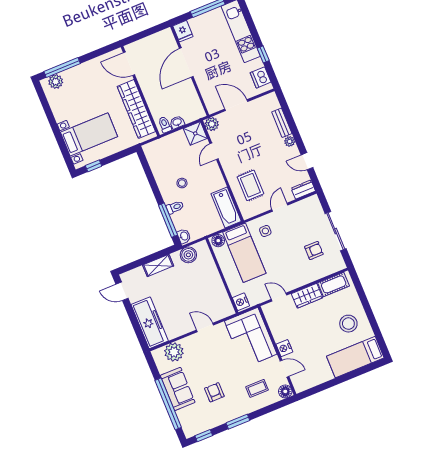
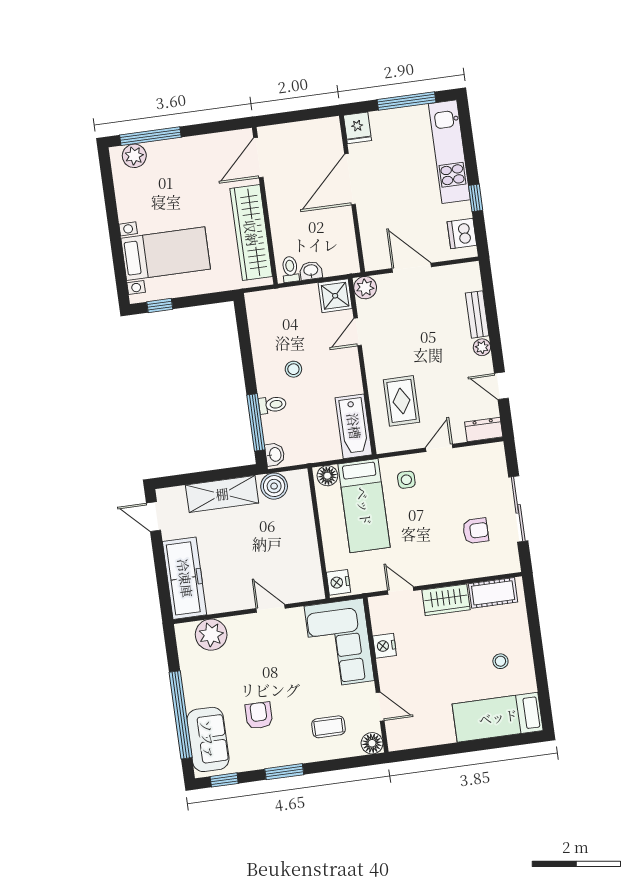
door: (129, 64) -> (258, 158), hinge flipped
shelving: (158, 265) -> (222, 494), width x1.50, depth x1.33
stool: (348, 324) -> (500, 661), width x0.53, depth x0.53
nightstand: (284, 348) -> (385, 646), moved
sofa: (178, 389) -> (208, 739), moved

